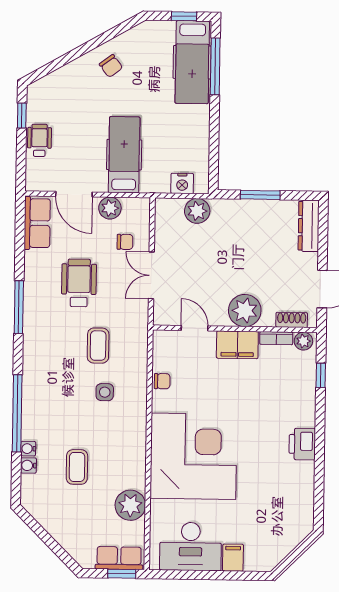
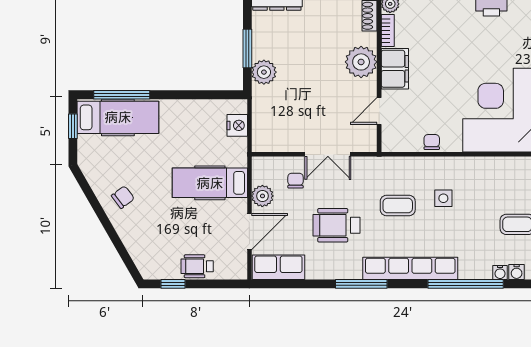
plant: (197, 211) -> (264, 72), moved
row of seats: (34, 357) -> (410, 268), added

